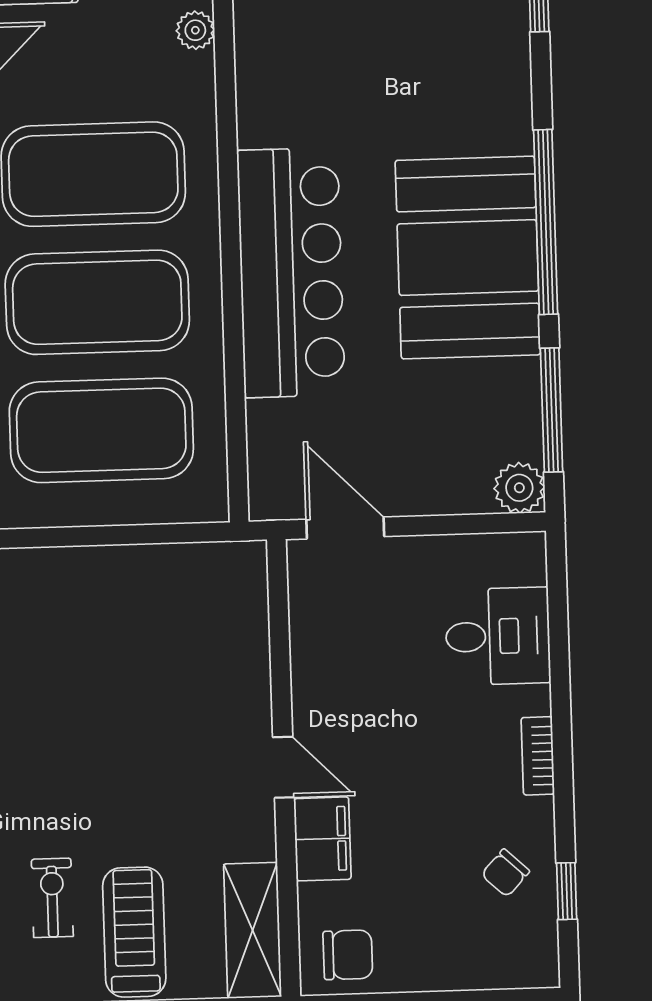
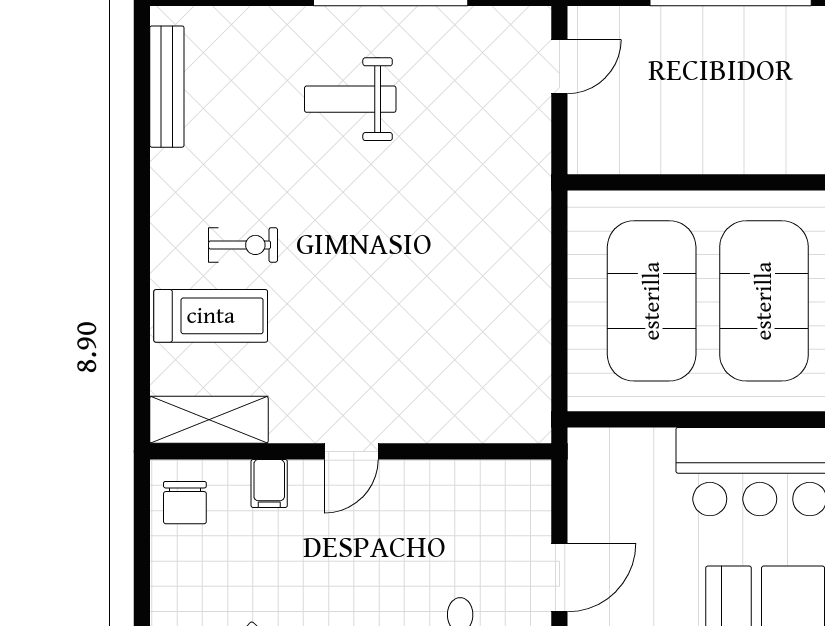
door: (345, 528) -> (559, 577), moved
filing cabinet: (322, 839) -> (269, 484), width x0.50

